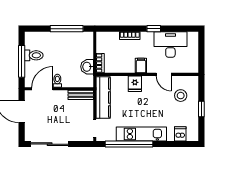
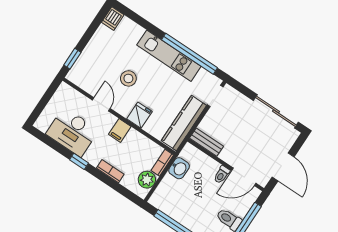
plant: (103, 46) -> (147, 180), added
stool: (181, 96) -> (128, 78), moved
window: (201, 109) -> (72, 59), moved
dishwasher: (180, 134) -> (113, 19), moved

